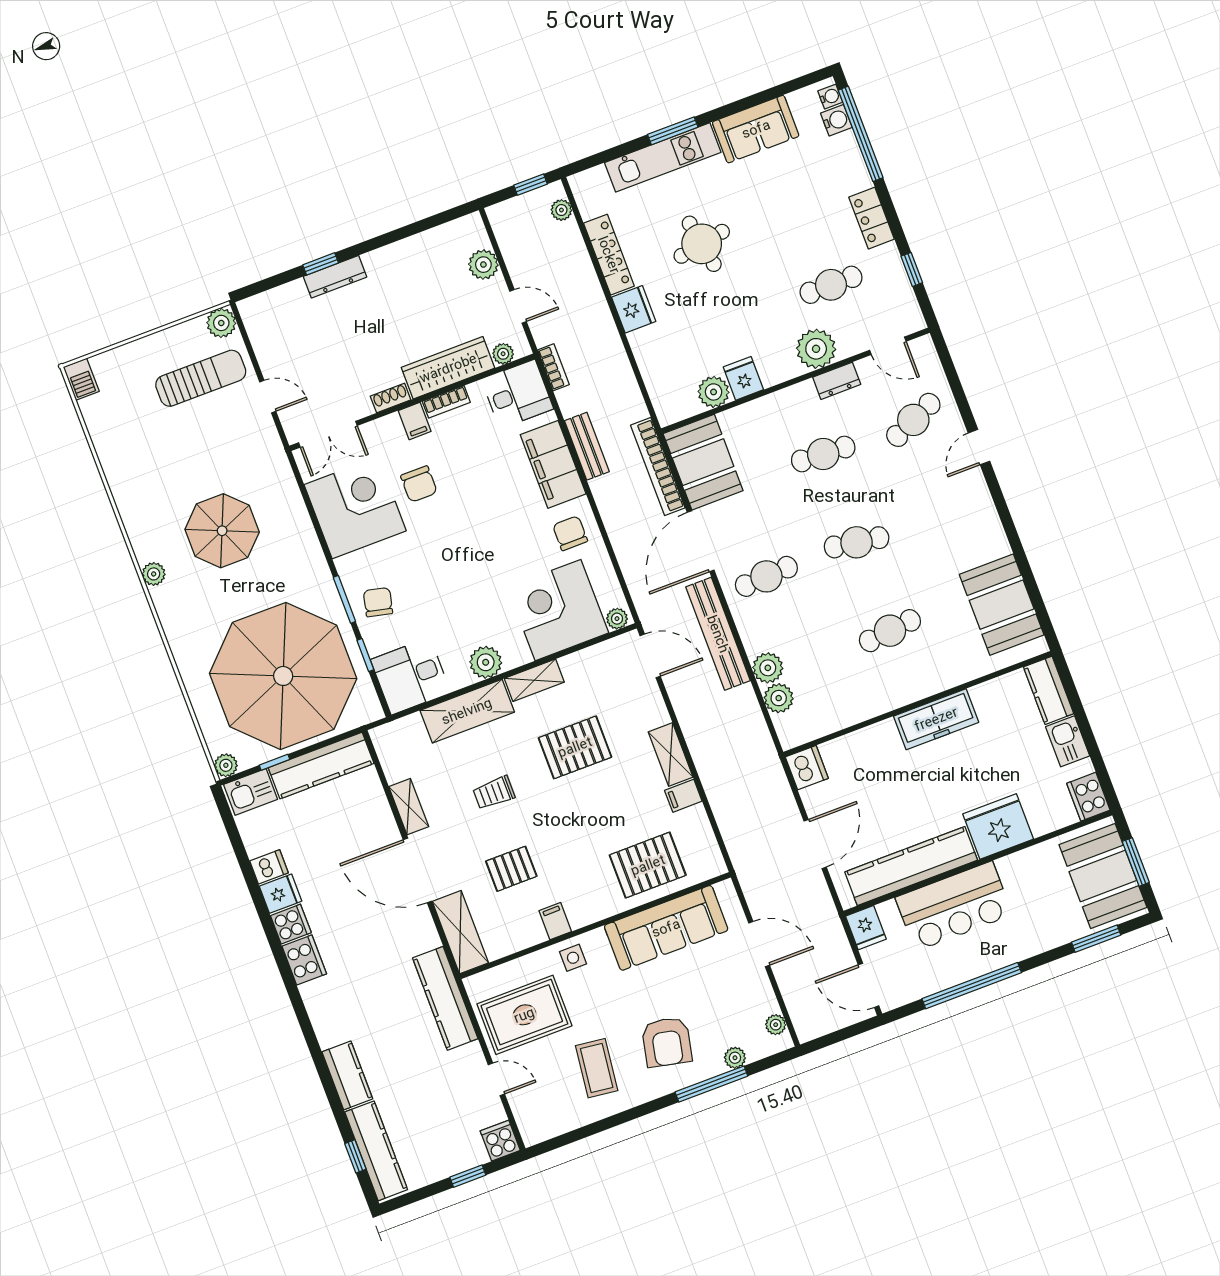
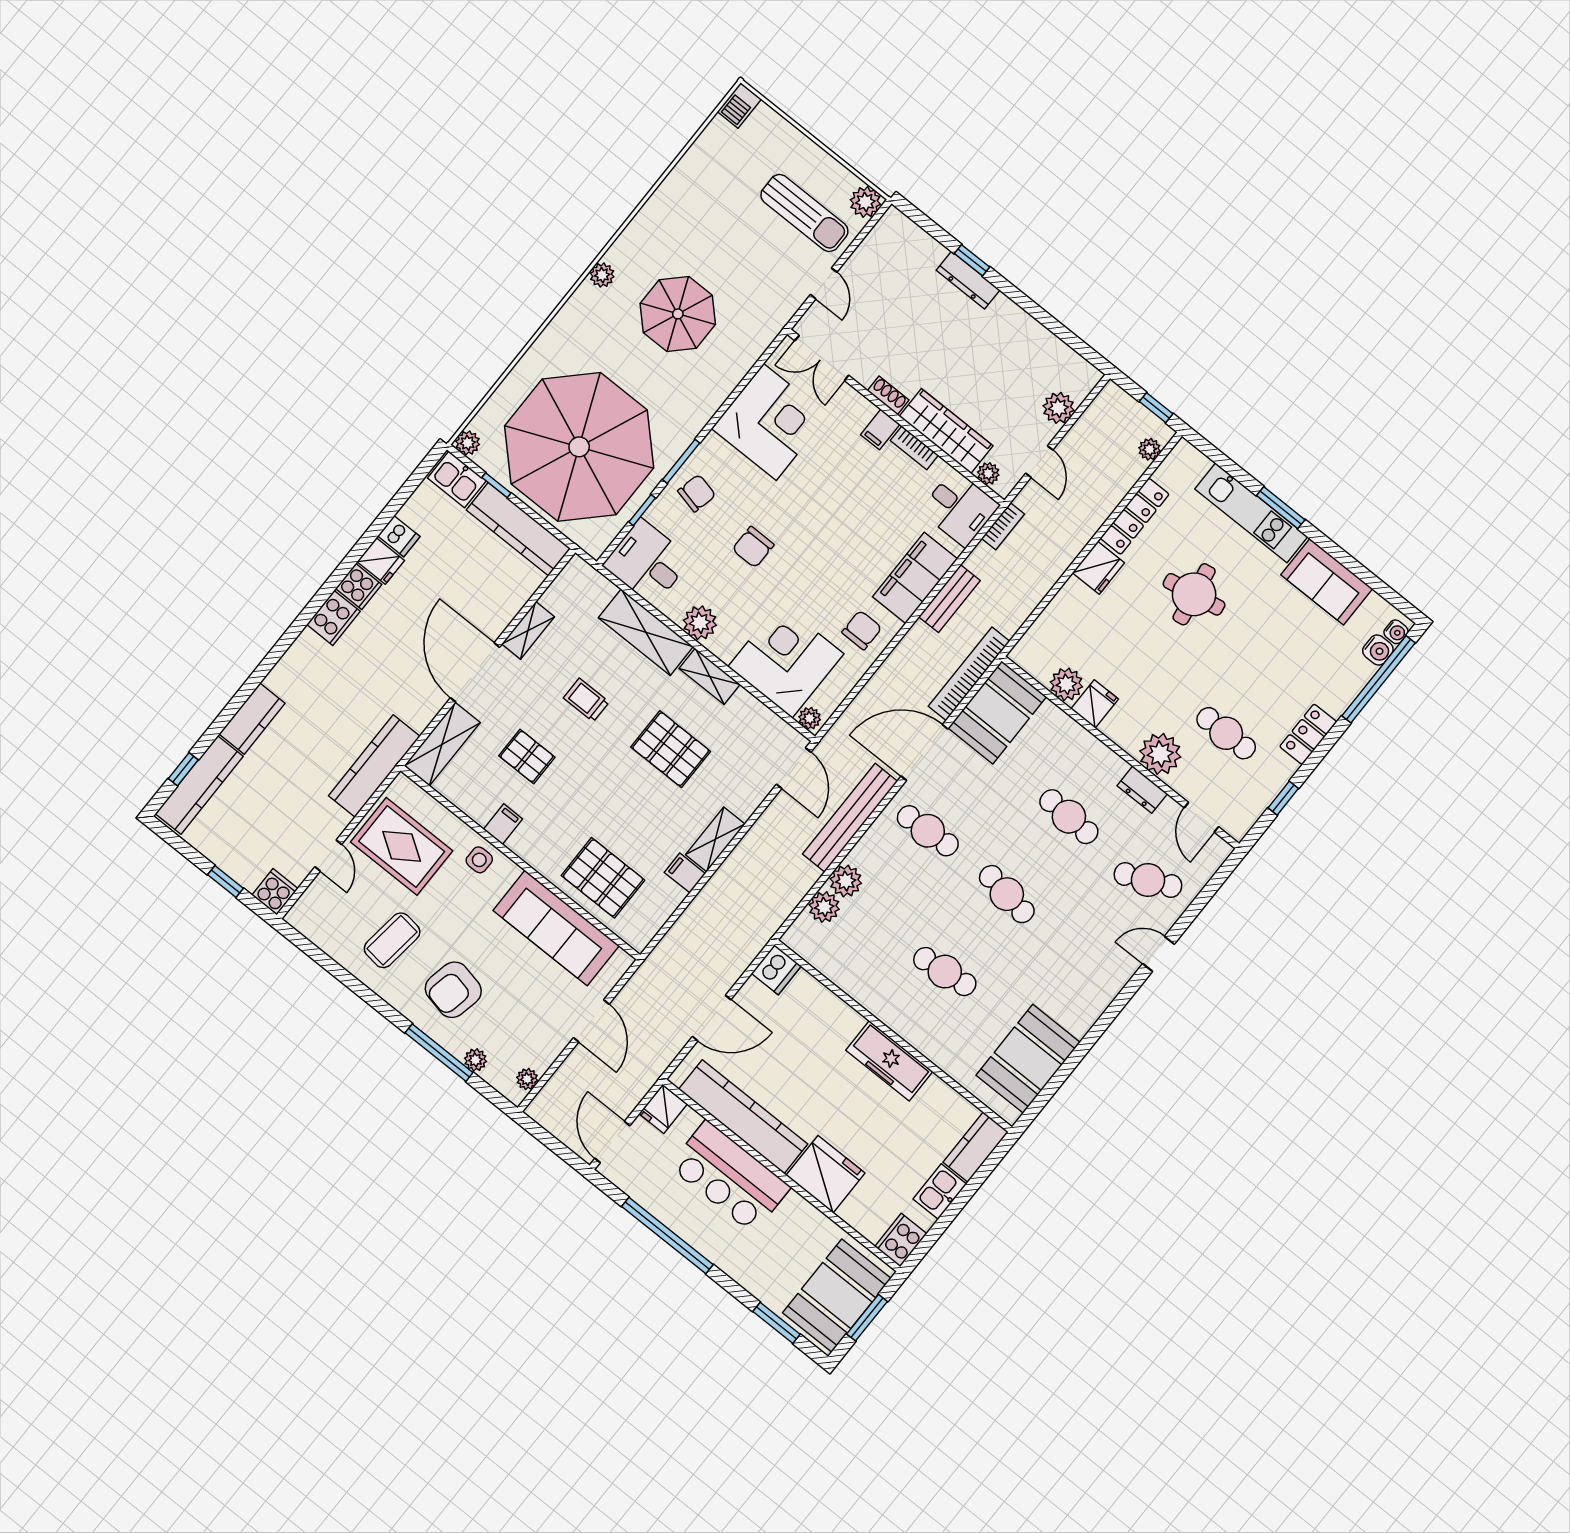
chair: (419, 484) -> (753, 547), moved

